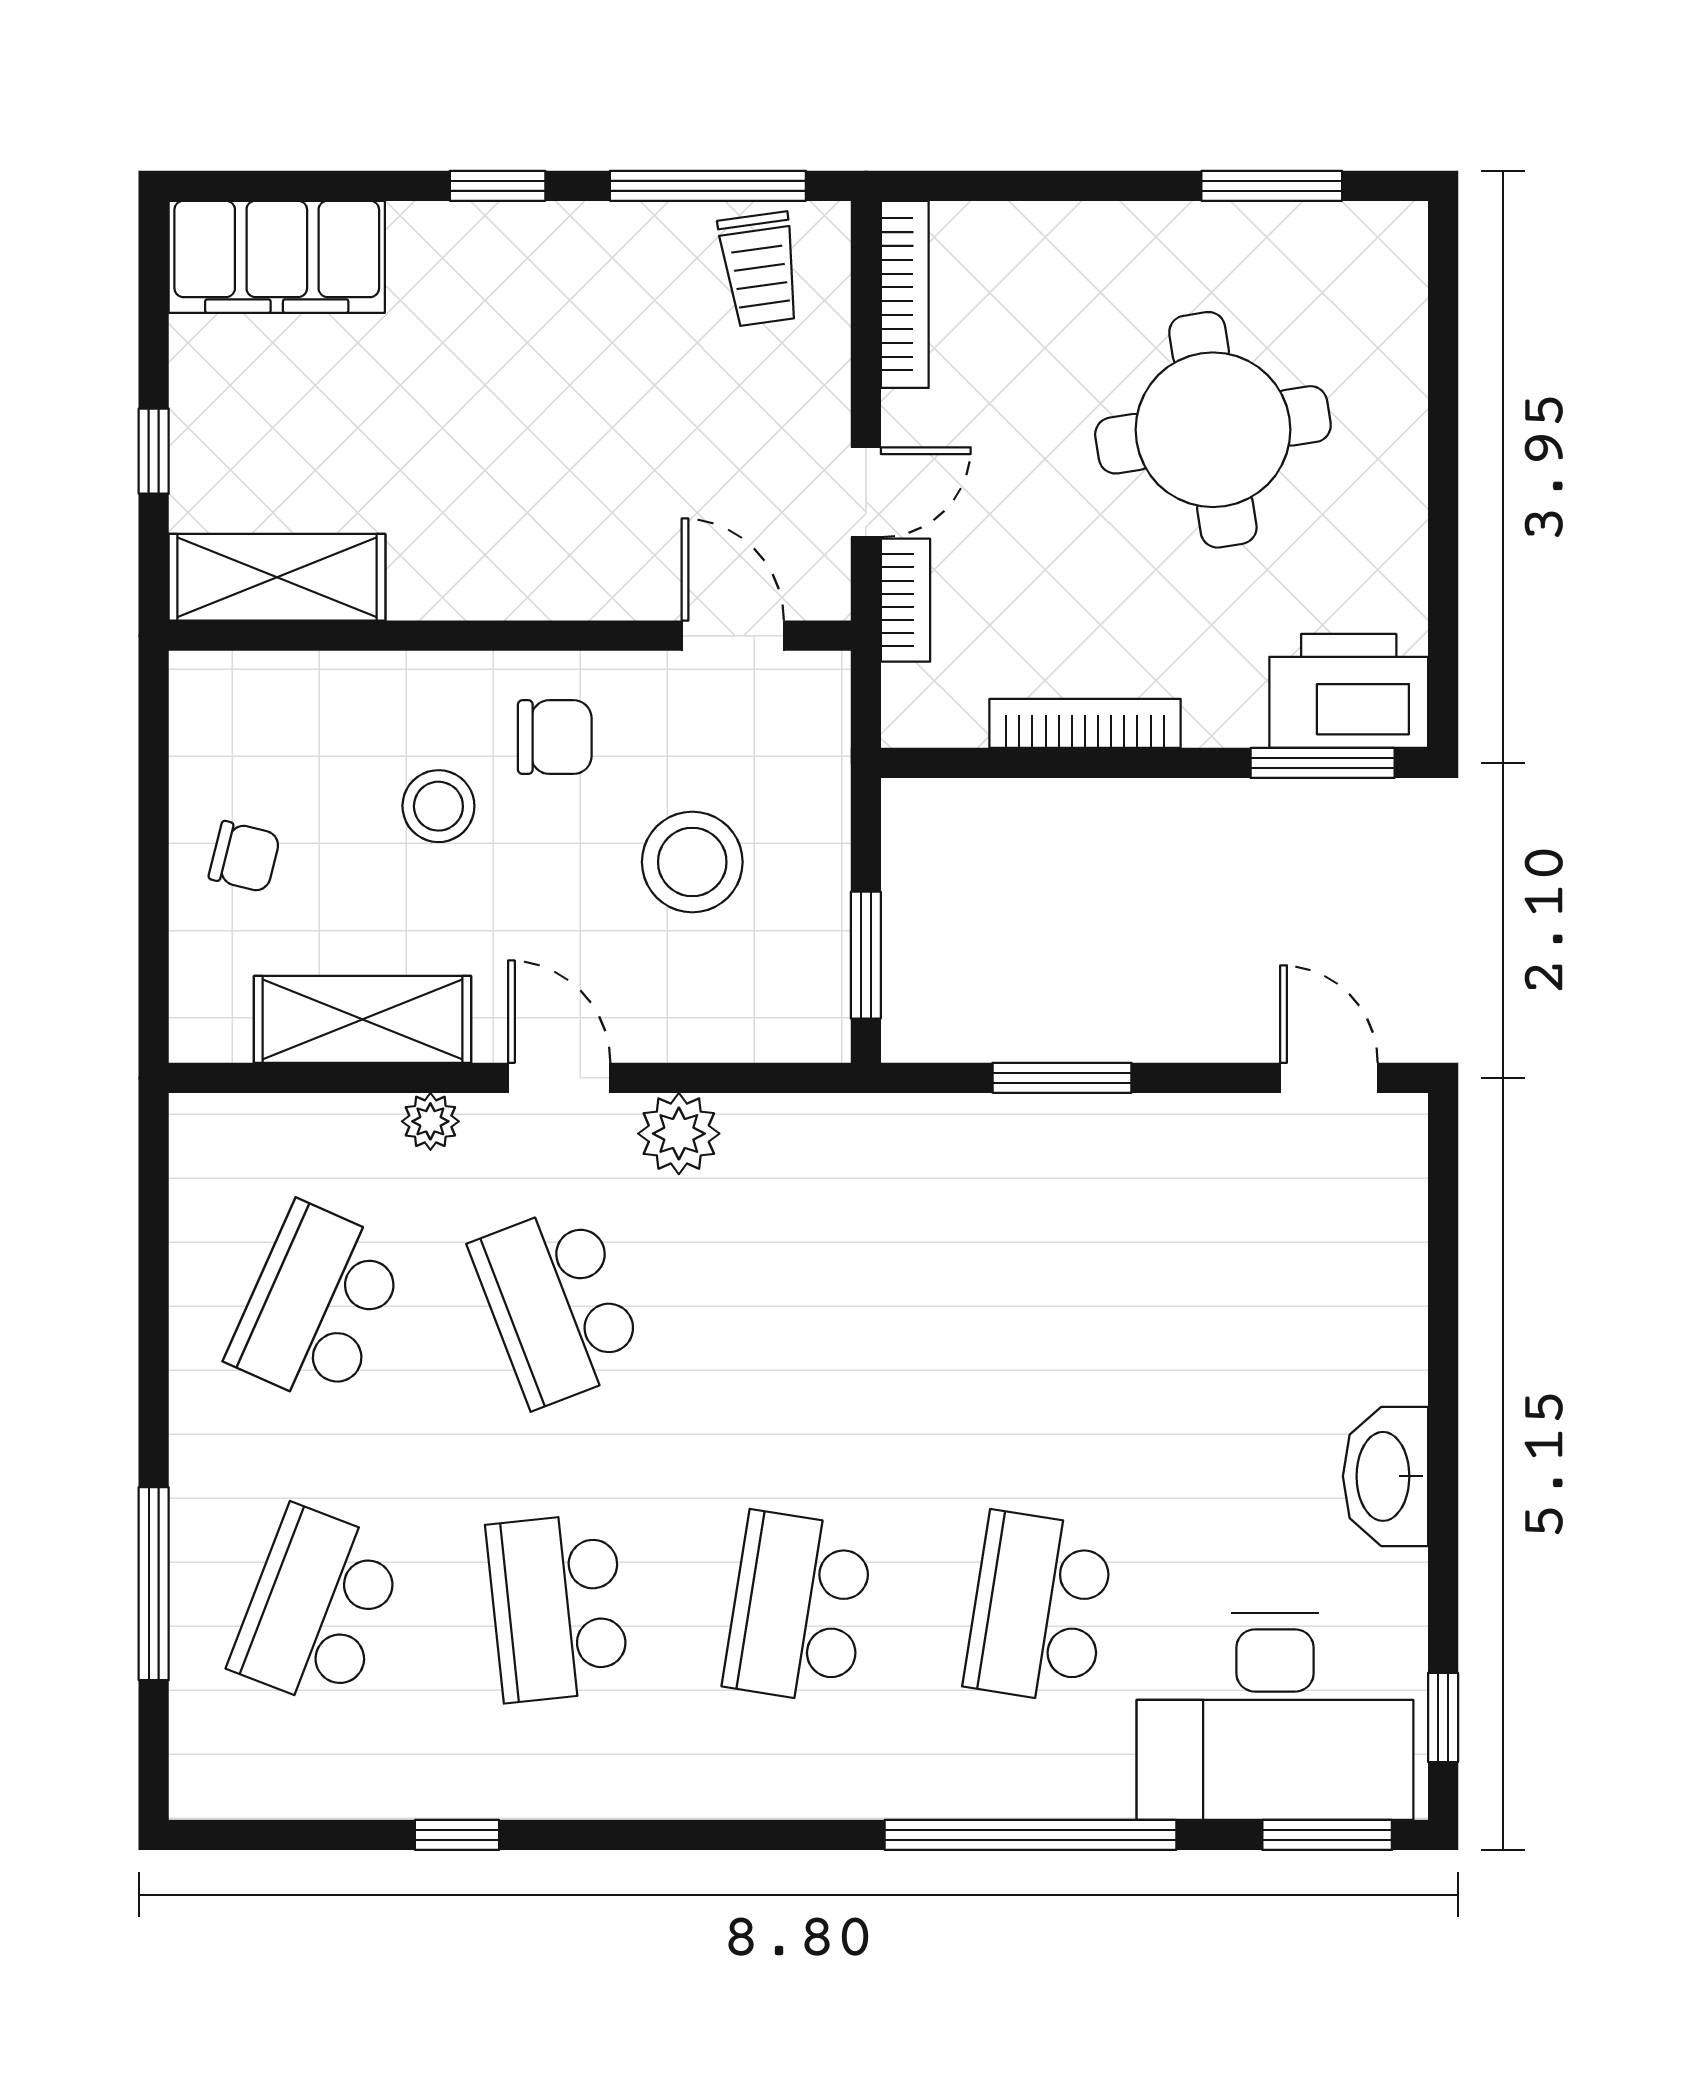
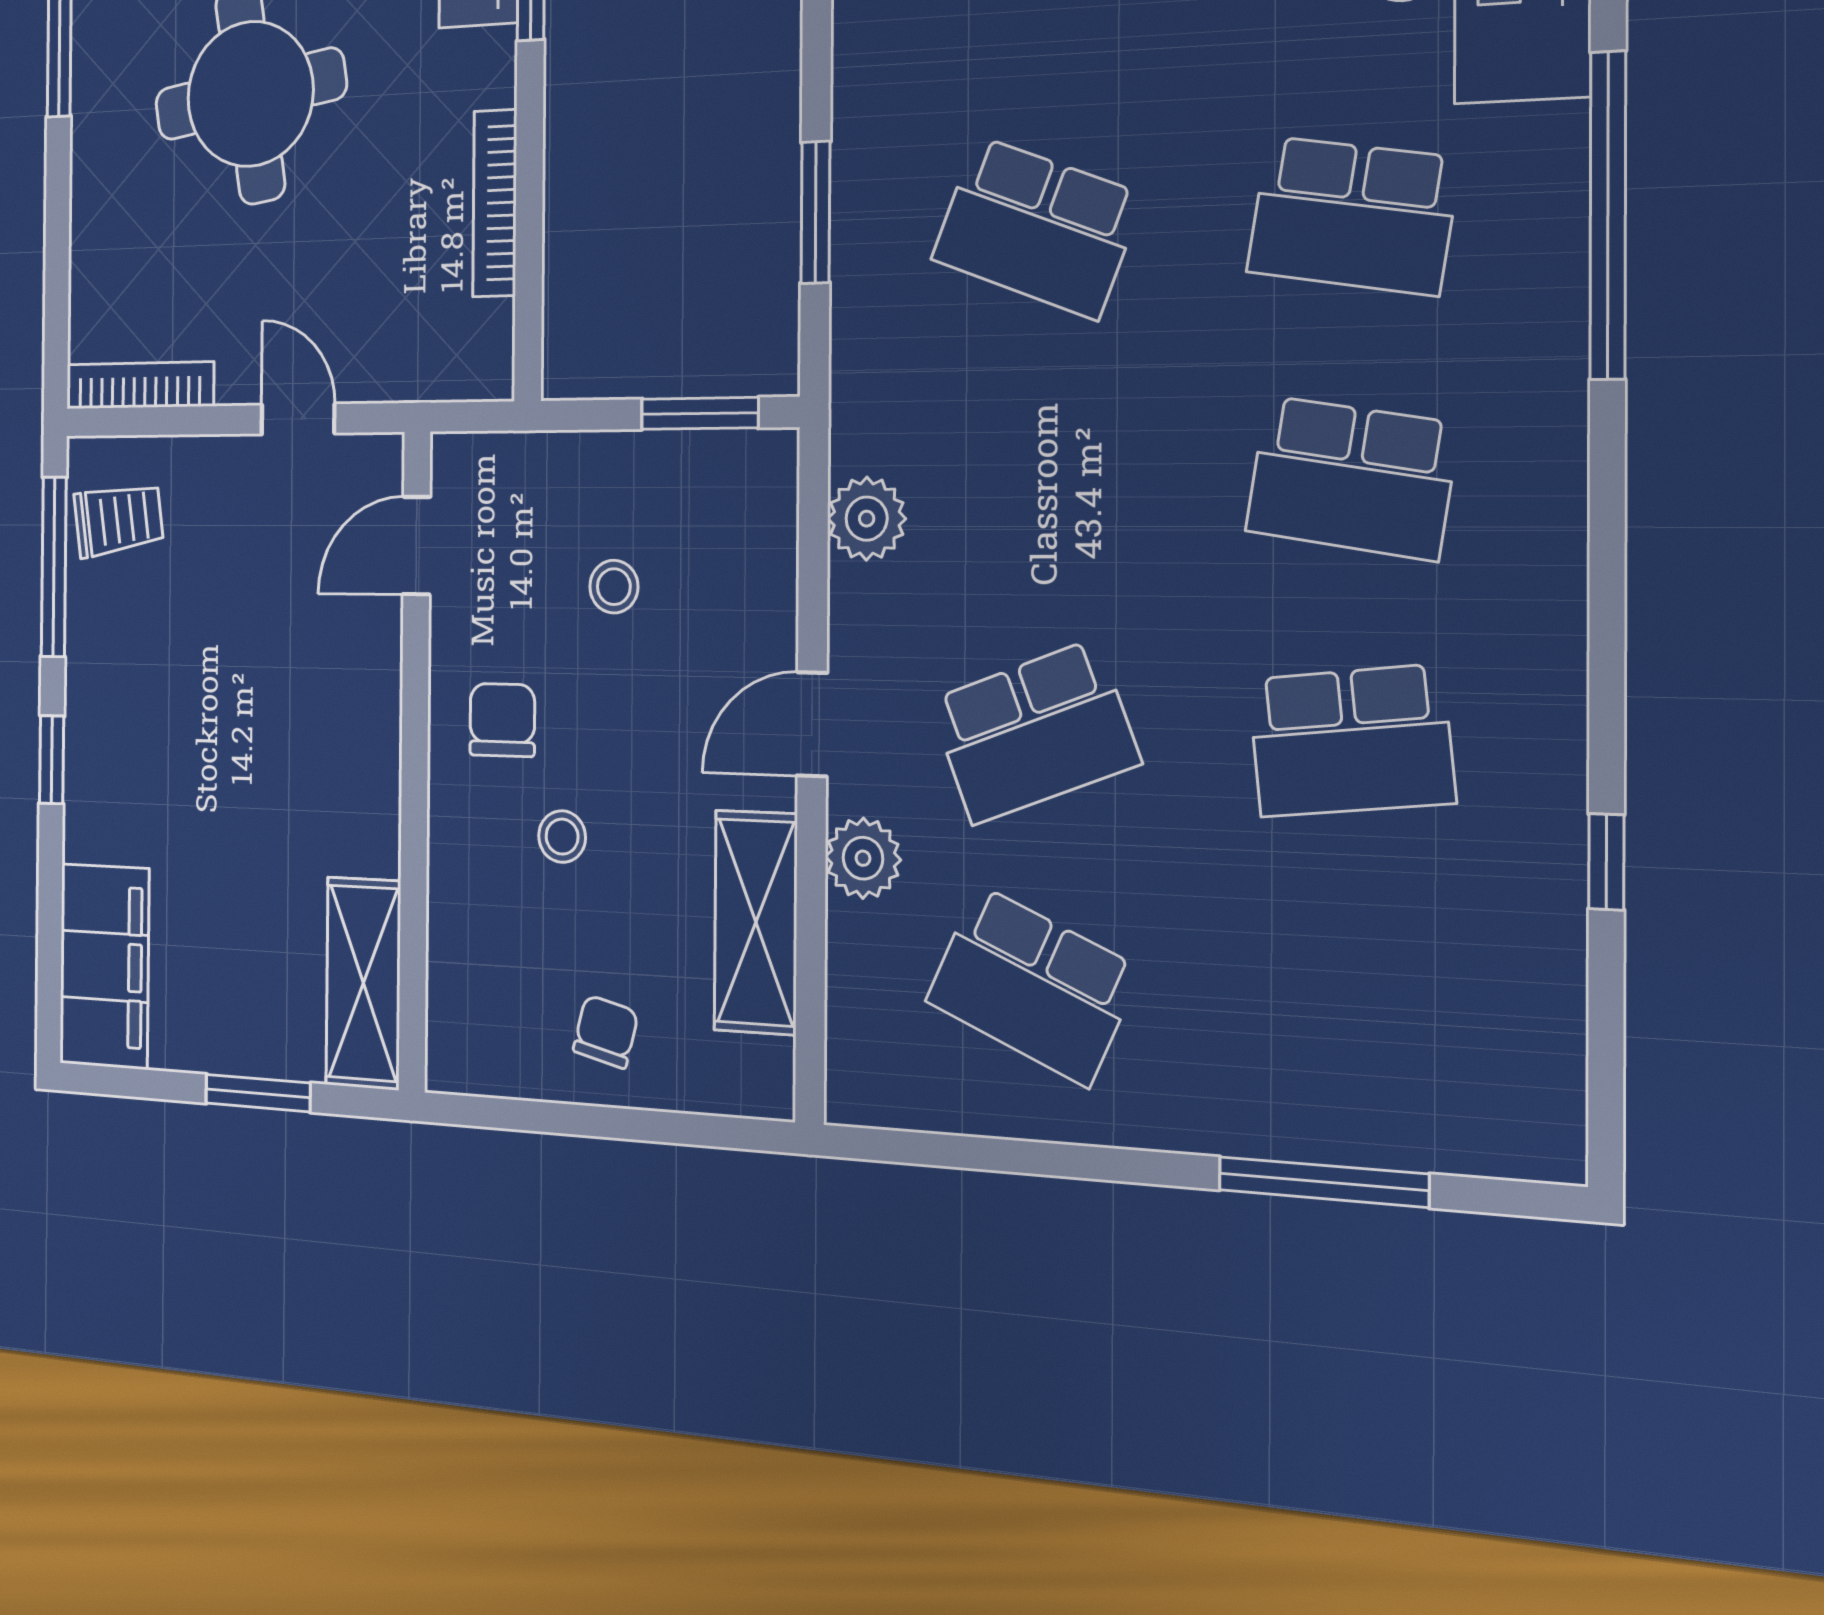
window: (154, 451) -> (258, 1093), width x1.50
bookcase: (905, 600) -> (388, 380), removed
stool: (438, 806) -> (562, 837), width x0.73, depth x0.73
stool: (692, 862) -> (614, 587), width x0.53, depth x0.53
plant: (430, 1121) -> (863, 858), width x1.38, depth x1.38
plant: (679, 1134) -> (867, 519), moved
school desk: (317, 1608) -> (1037, 227), moved

